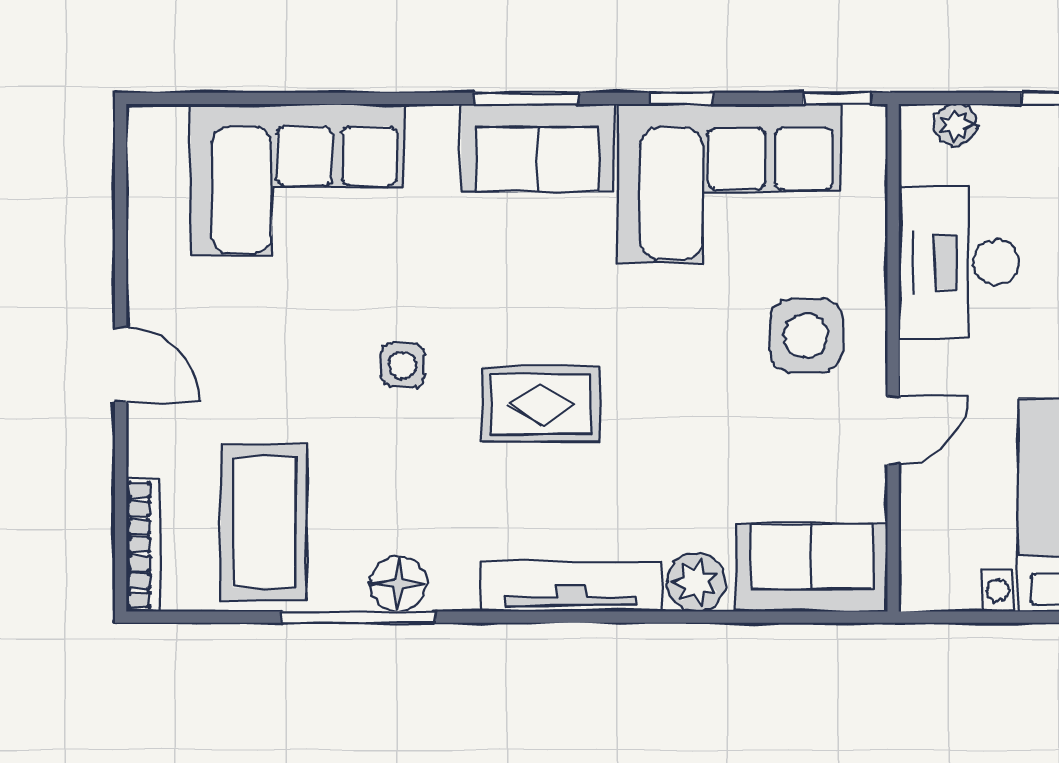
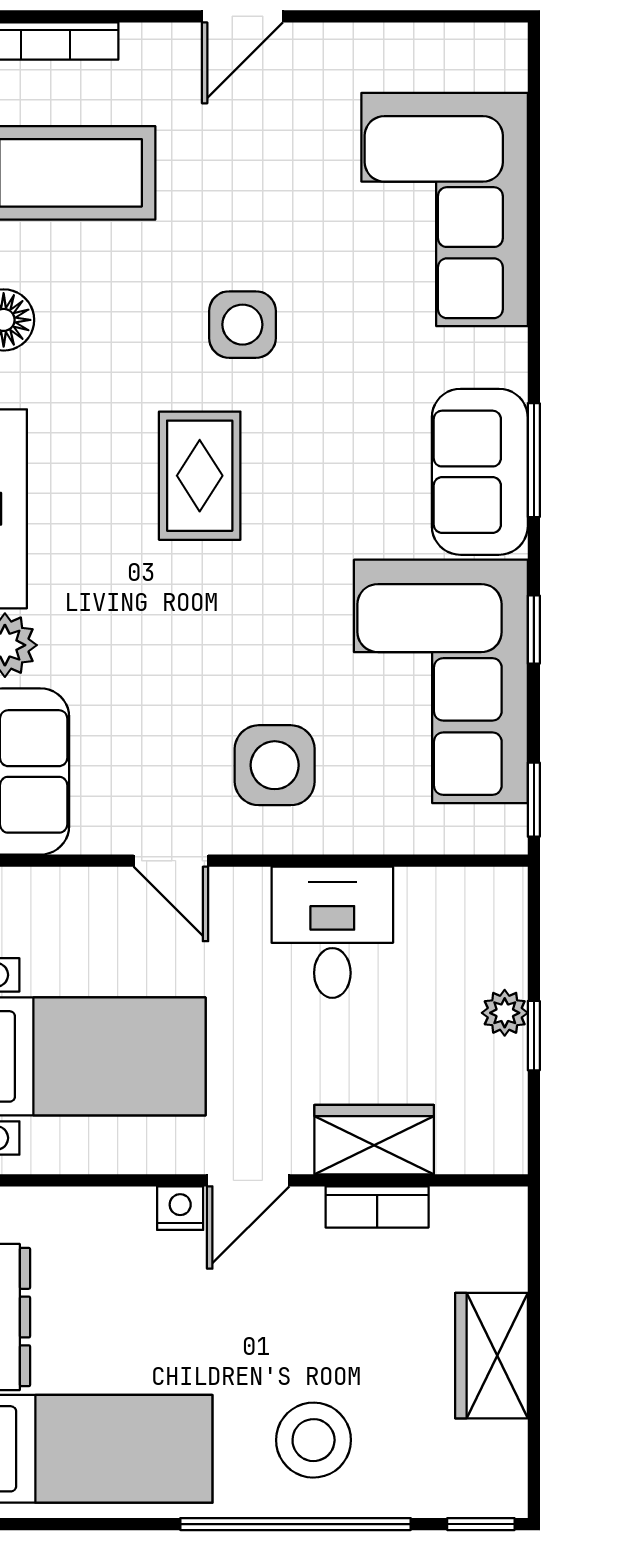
plant: (956, 125) -> (505, 1013), moved
desk: (959, 262) -> (332, 932), width x0.73
side table: (403, 365) -> (242, 325), width x1.37, depth x1.37

